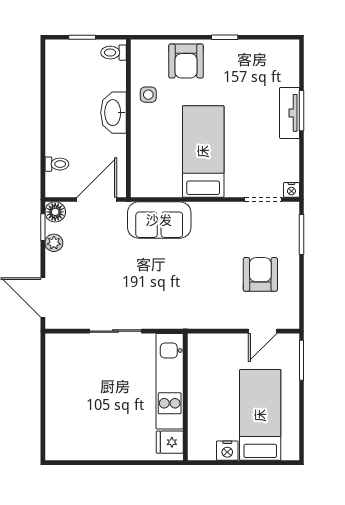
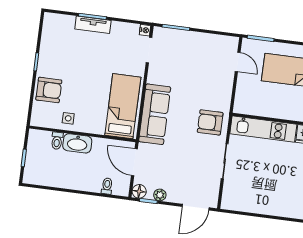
toilet: (114, 53) -> (57, 141), moved
bed: (203, 151) -> (123, 106), moved, turned 90
sofa: (159, 220) -> (155, 114), width x1.36
armchair: (260, 274) -> (210, 122), moved

